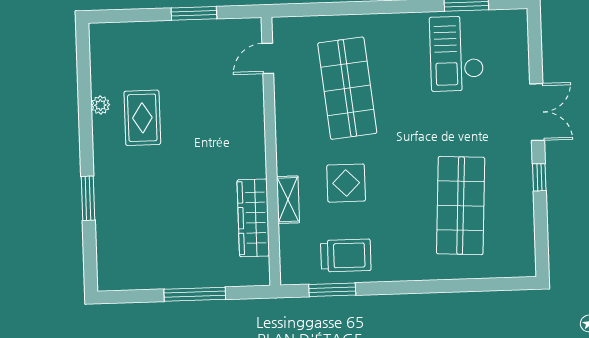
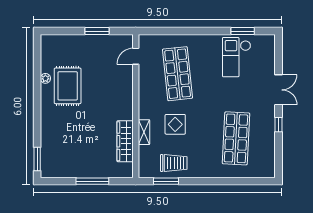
rug: (142, 118) -> (68, 86), width x1.36, depth x1.43
window: (88, 198) -> (37, 159), moved

